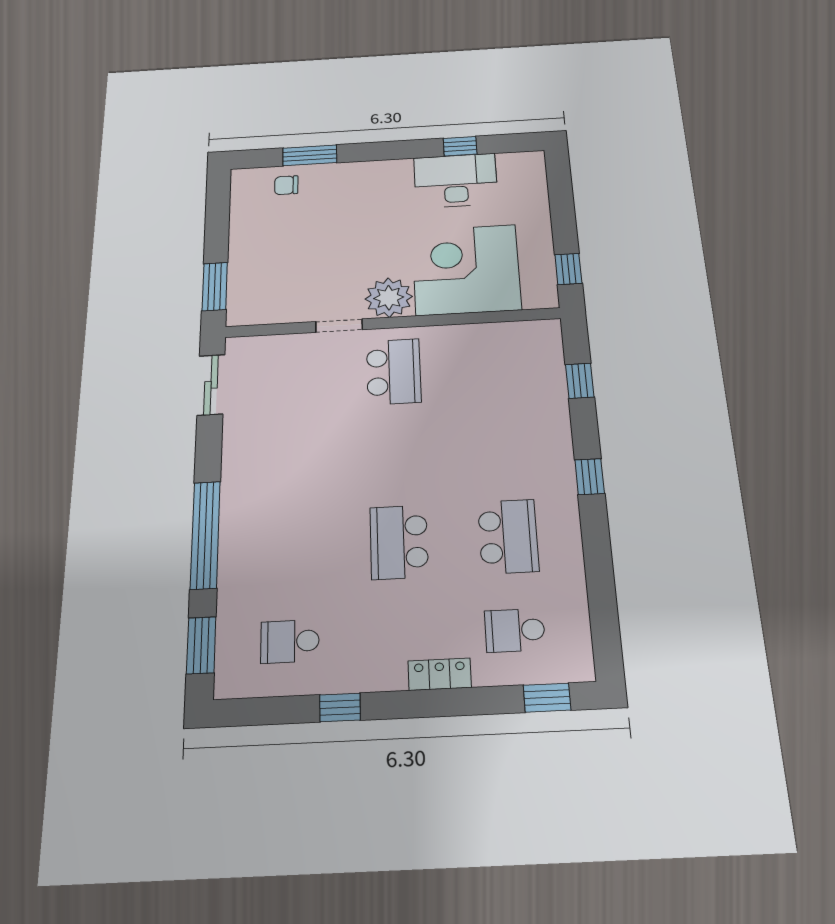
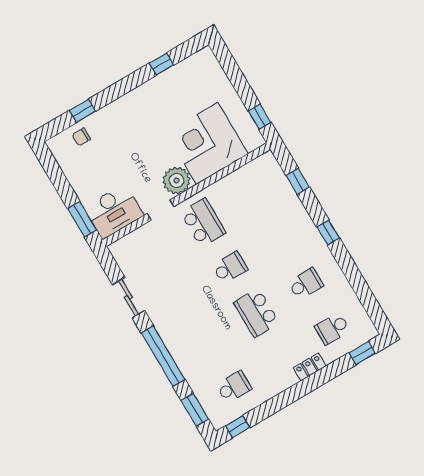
window: (310, 155) -> (83, 111), width x0.67
desk: (456, 181) -> (114, 211), moved, turned 180
sliding door: (211, 385) -> (128, 298), moved
school desk: (396, 454) -> (230, 268), added
school desk: (508, 536) -> (306, 284), width x0.54
school desk: (290, 641) -> (234, 387), turned 180
window: (340, 707) -> (238, 427), moved

